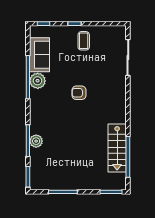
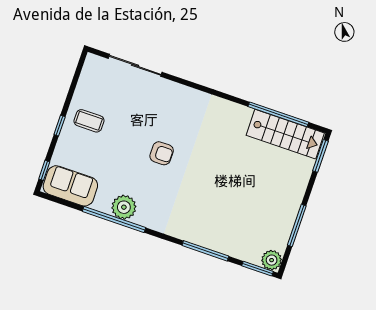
sofa: (39, 55) -> (70, 186), moved
armchair: (79, 93) -> (162, 153), turned -90
plant: (36, 141) -> (272, 260), moved
stairs: (117, 148) -> (285, 134), moved

